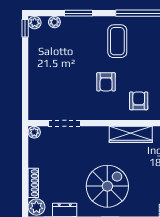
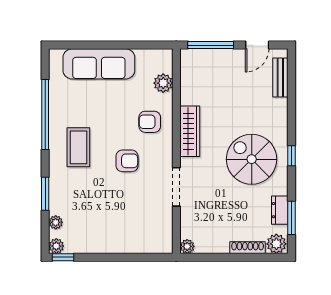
coffee table: (117, 41) -> (78, 147), turned 90
doorway: (65, 123) -> (176, 187), moved

